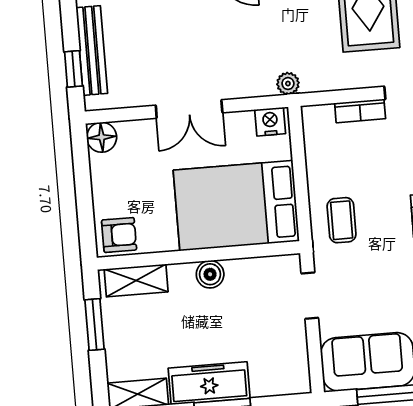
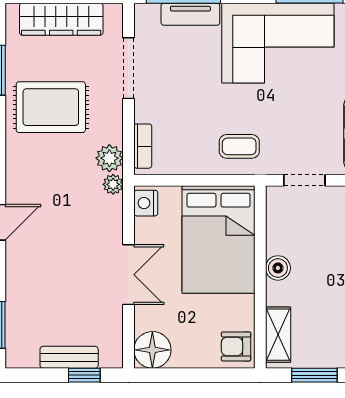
bench: (92, 50) -> (69, 357), width x0.73
plant: (317, 77) -> (109, 158), added
bookcase: (360, 111) -> (143, 146), moved
floor lamp: (102, 137) -> (152, 350), width x1.38, depth x1.38
armchair: (119, 235) -> (236, 346), turned -90

